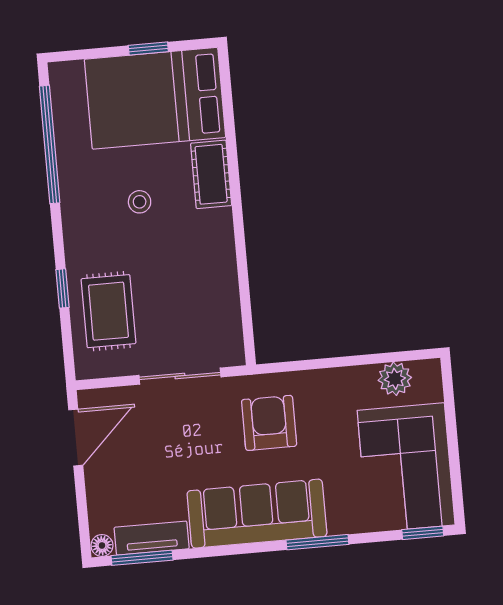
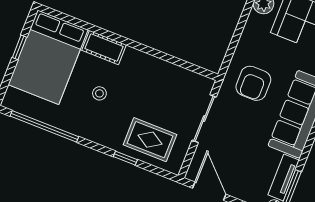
armchair: (269, 423) -> (253, 83), turned -90

